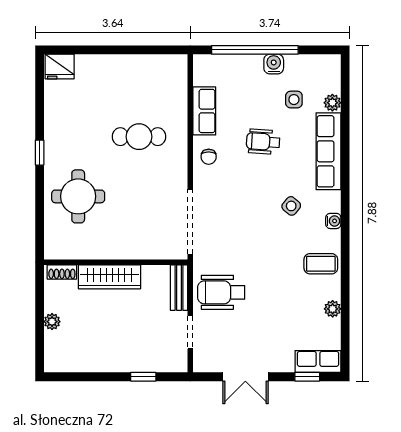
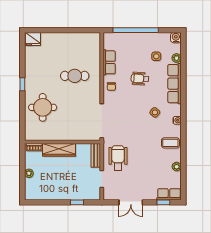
water cooler: (274, 64) -> (176, 38), moved
wheelchair: (221, 292) -> (118, 158), turned 90

